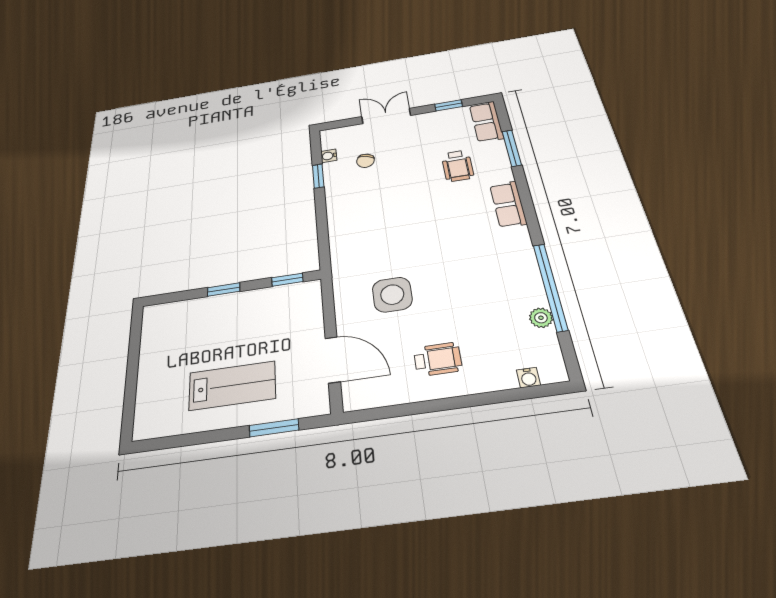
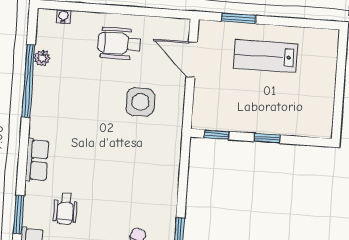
wheelchair: (458, 166) -> (65, 209), turned 180
wheelchair: (438, 359) -> (119, 43), width x1.36, depth x1.37

